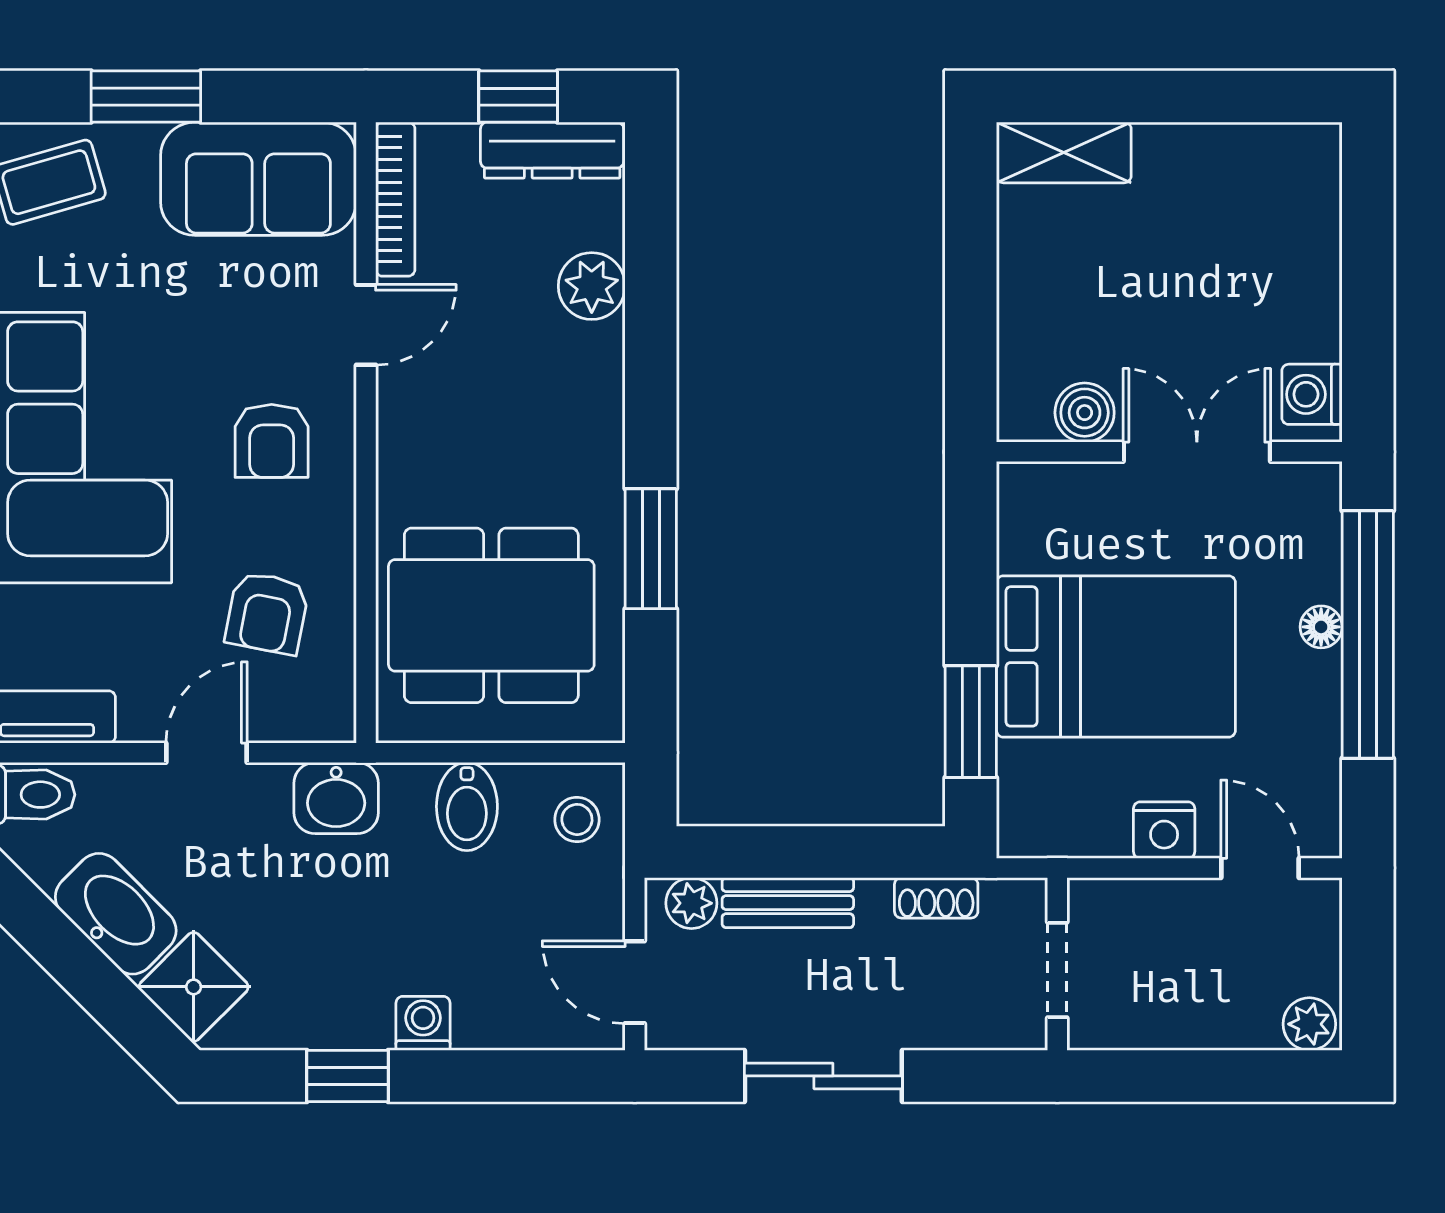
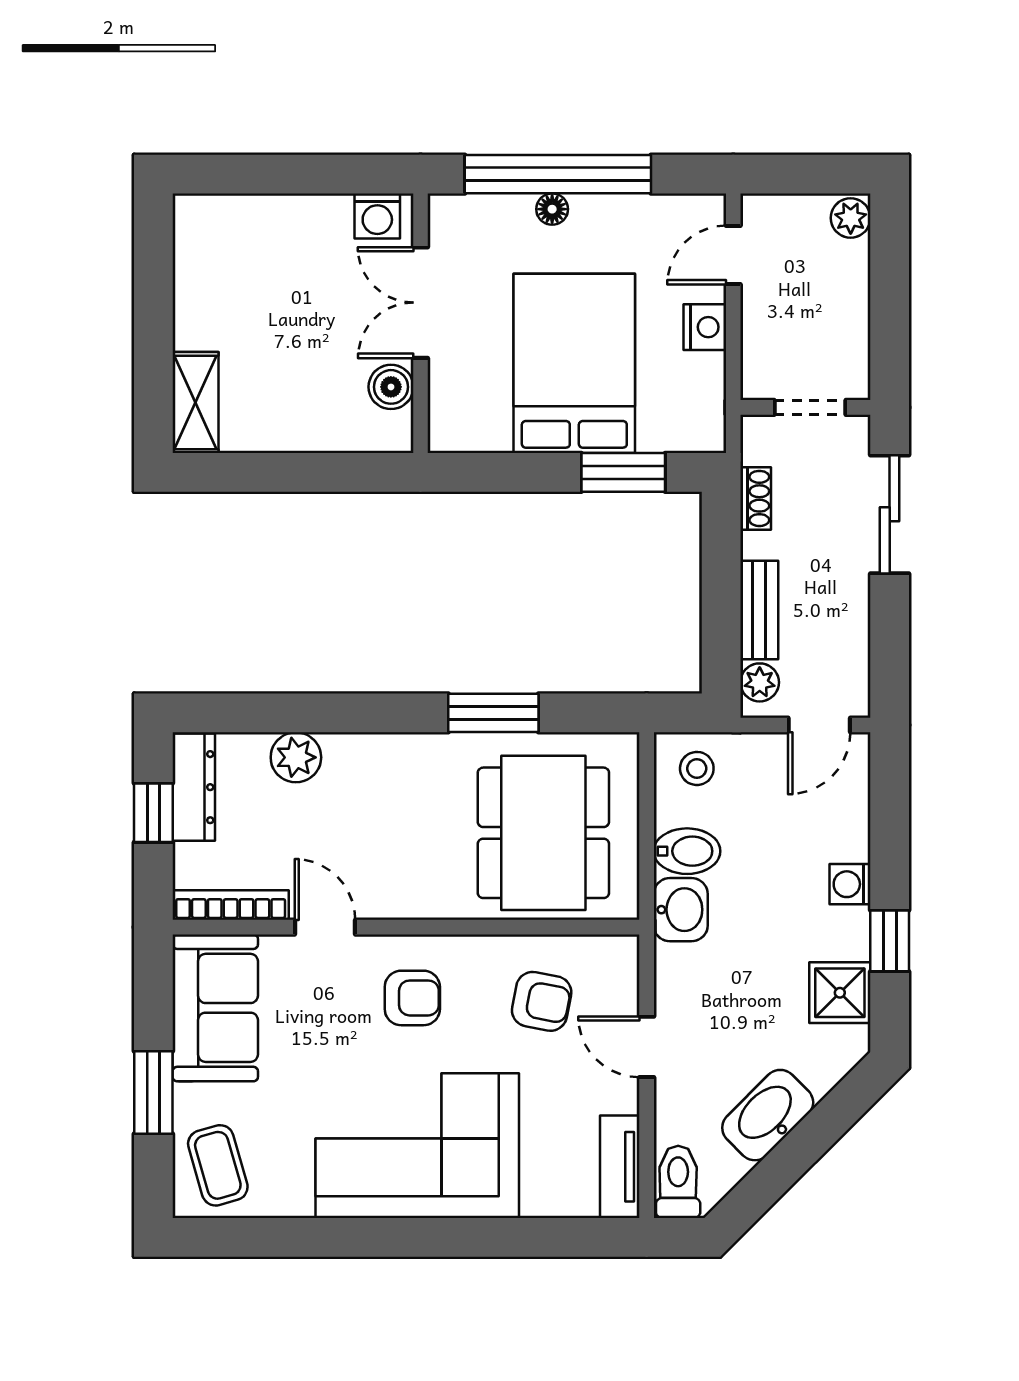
washbasin: (336, 798) -> (681, 910), moved
shower: (194, 987) -> (840, 993), moved, turned 45
sliding door: (823, 1076) -> (890, 514), moved

